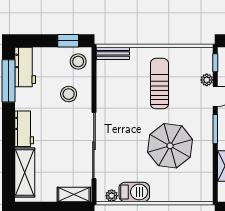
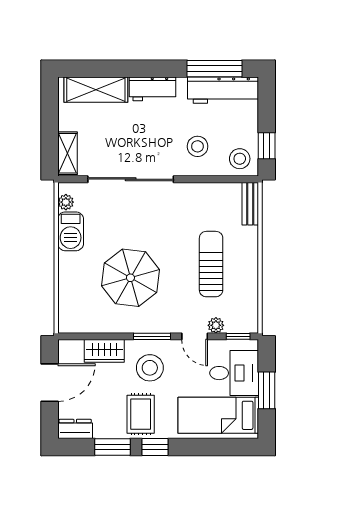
workbench: (25, 67) -> (223, 90), width x1.38
sun lounger: (159, 84) -> (211, 264), turned -90

